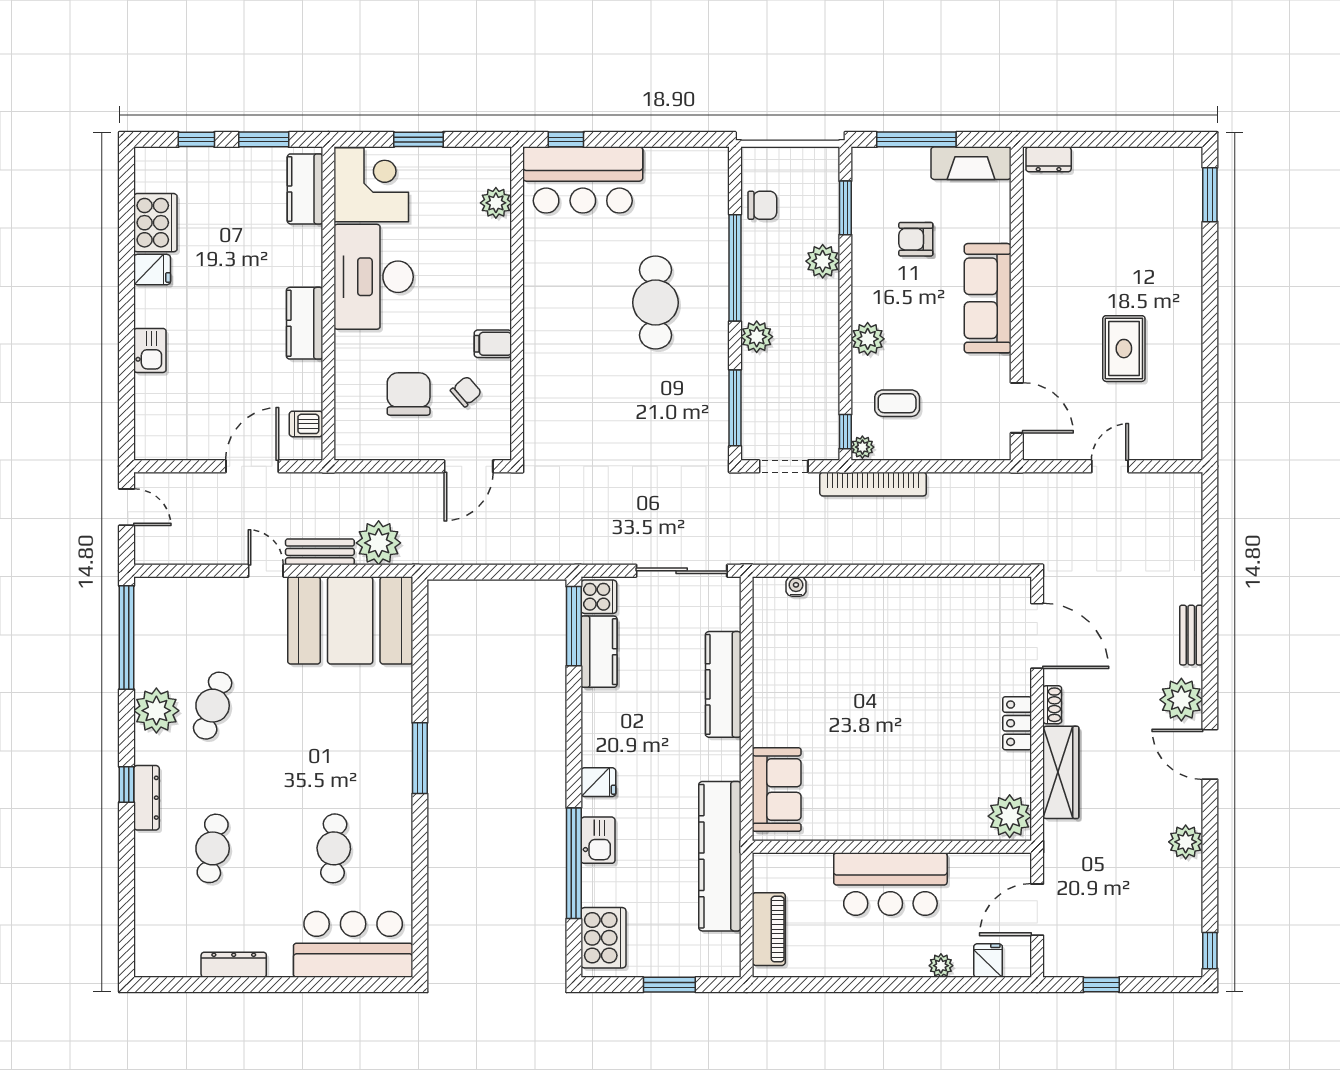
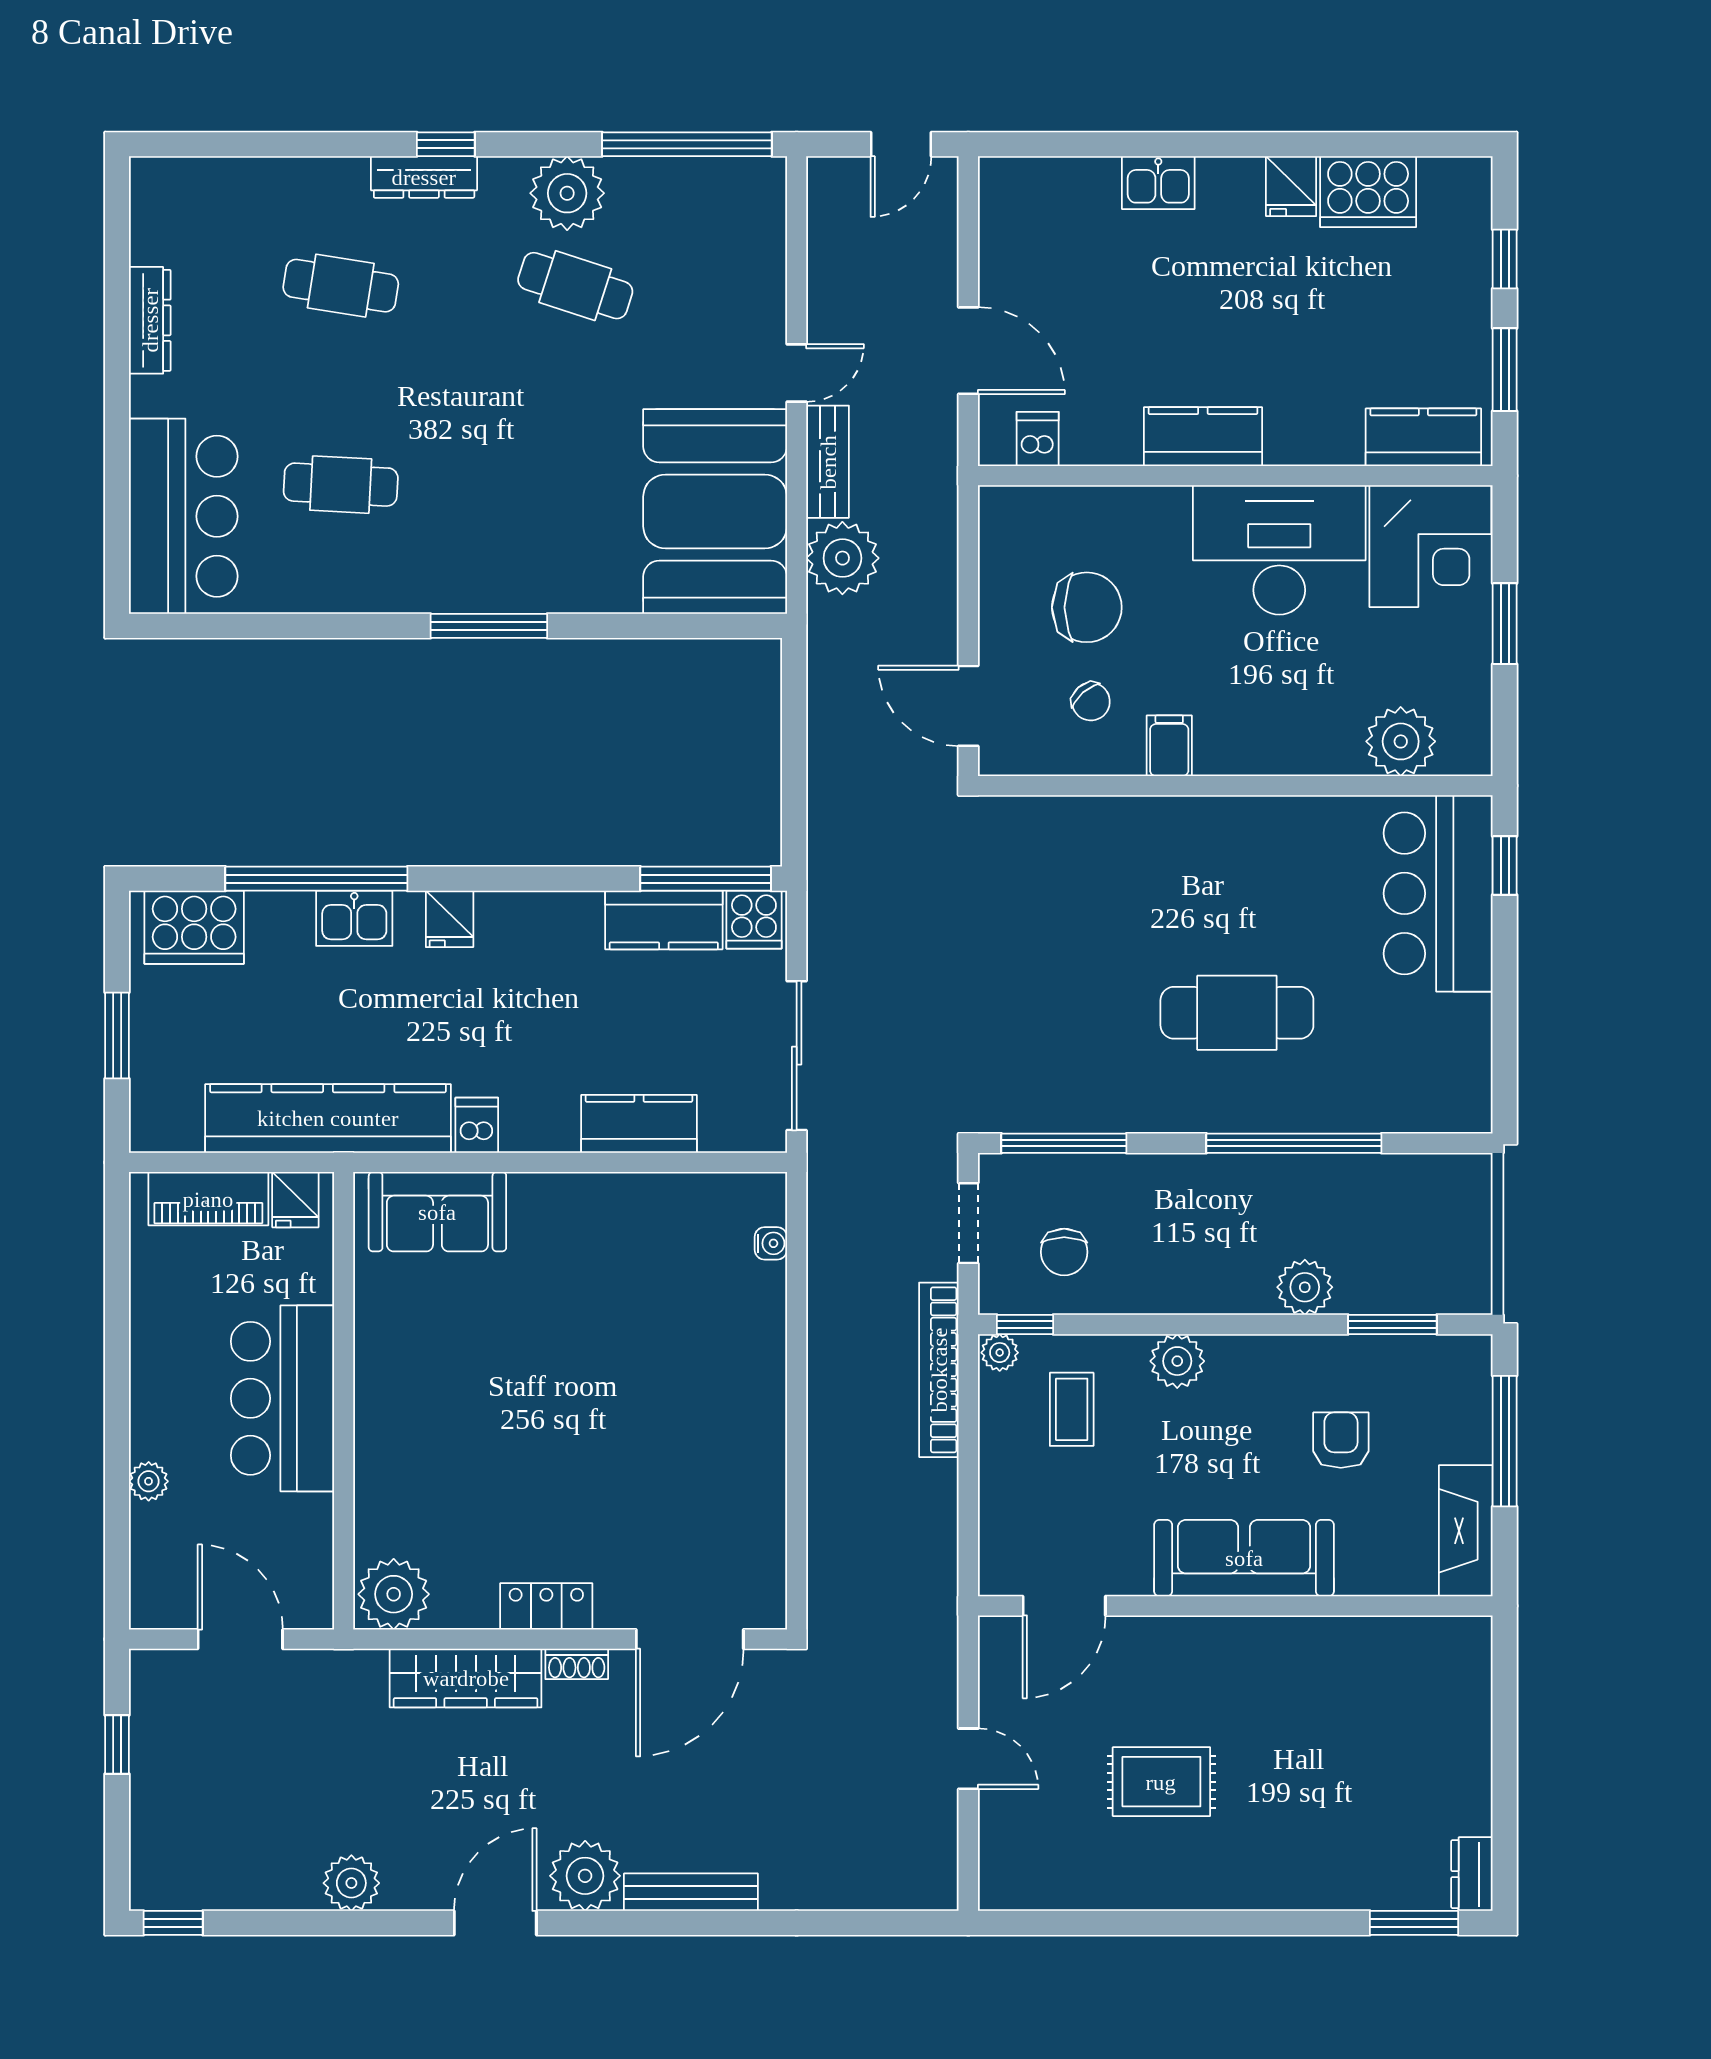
dresser: (1049, 159) -> (1472, 1874), moved
plant: (496, 203) -> (1401, 741), width x1.36, depth x1.36
chair: (762, 205) -> (1064, 1252), moved
plant: (757, 337) -> (1181, 1179), removed
bench: (1191, 635) -> (691, 1892), width x1.36
kitchen counter: (723, 684) -> (639, 1124), width x0.67
dishwasher: (724, 766) -> (477, 1125), added
fridge: (988, 961) -> (295, 1200), moved, turned 90

